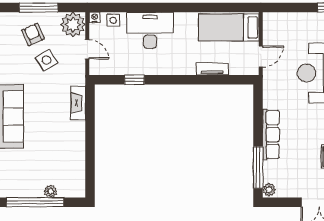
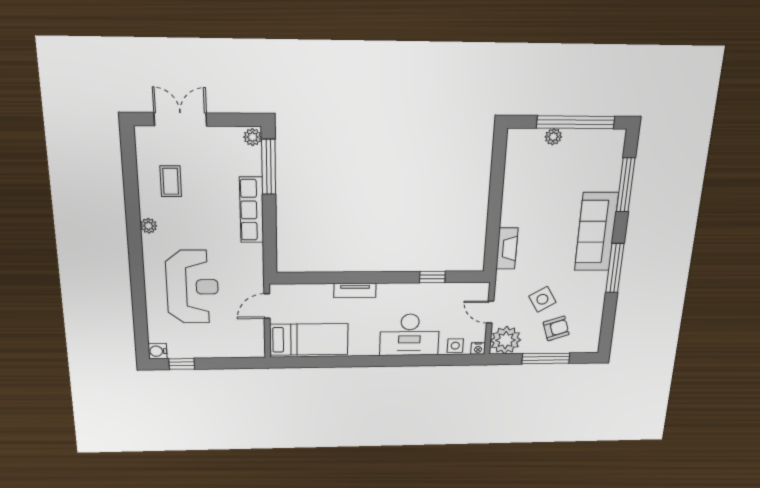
armchair: (33, 34) -> (556, 328), turned -84
tv unit: (212, 69) -> (355, 290), moved

